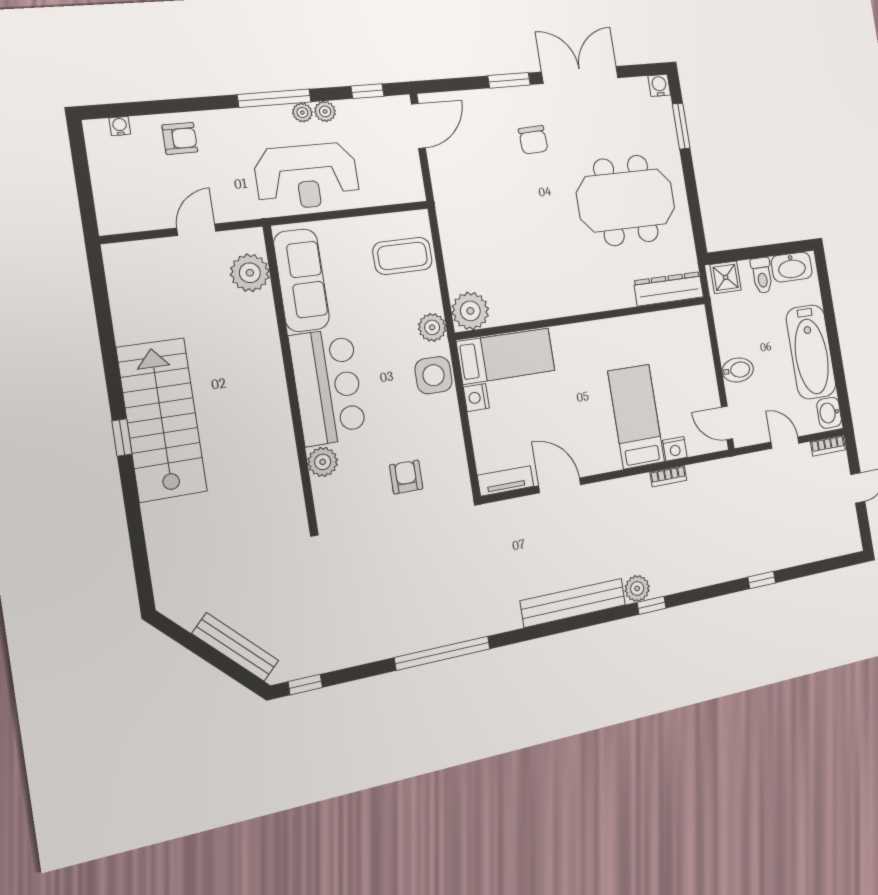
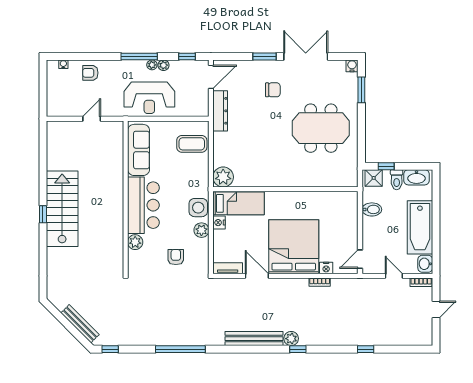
armchair: (180, 138) -> (90, 73), turned 180
chair: (533, 140) -> (273, 90), turned -87
window: (742, 254) -> (386, 166), added
plant: (250, 273) -> (114, 143), removed
dresser: (669, 289) -> (220, 111), moved, turned 90
plant: (432, 327) -> (201, 230), moved
bidet: (738, 370) -> (372, 209), moved
bed: (636, 417) -> (294, 247), width x2.04
door: (727, 423) -> (360, 259), hinge flipped

